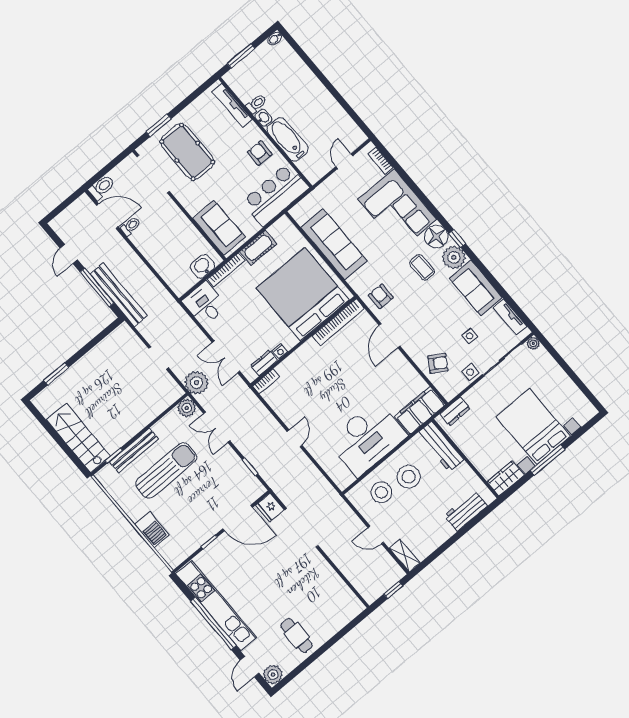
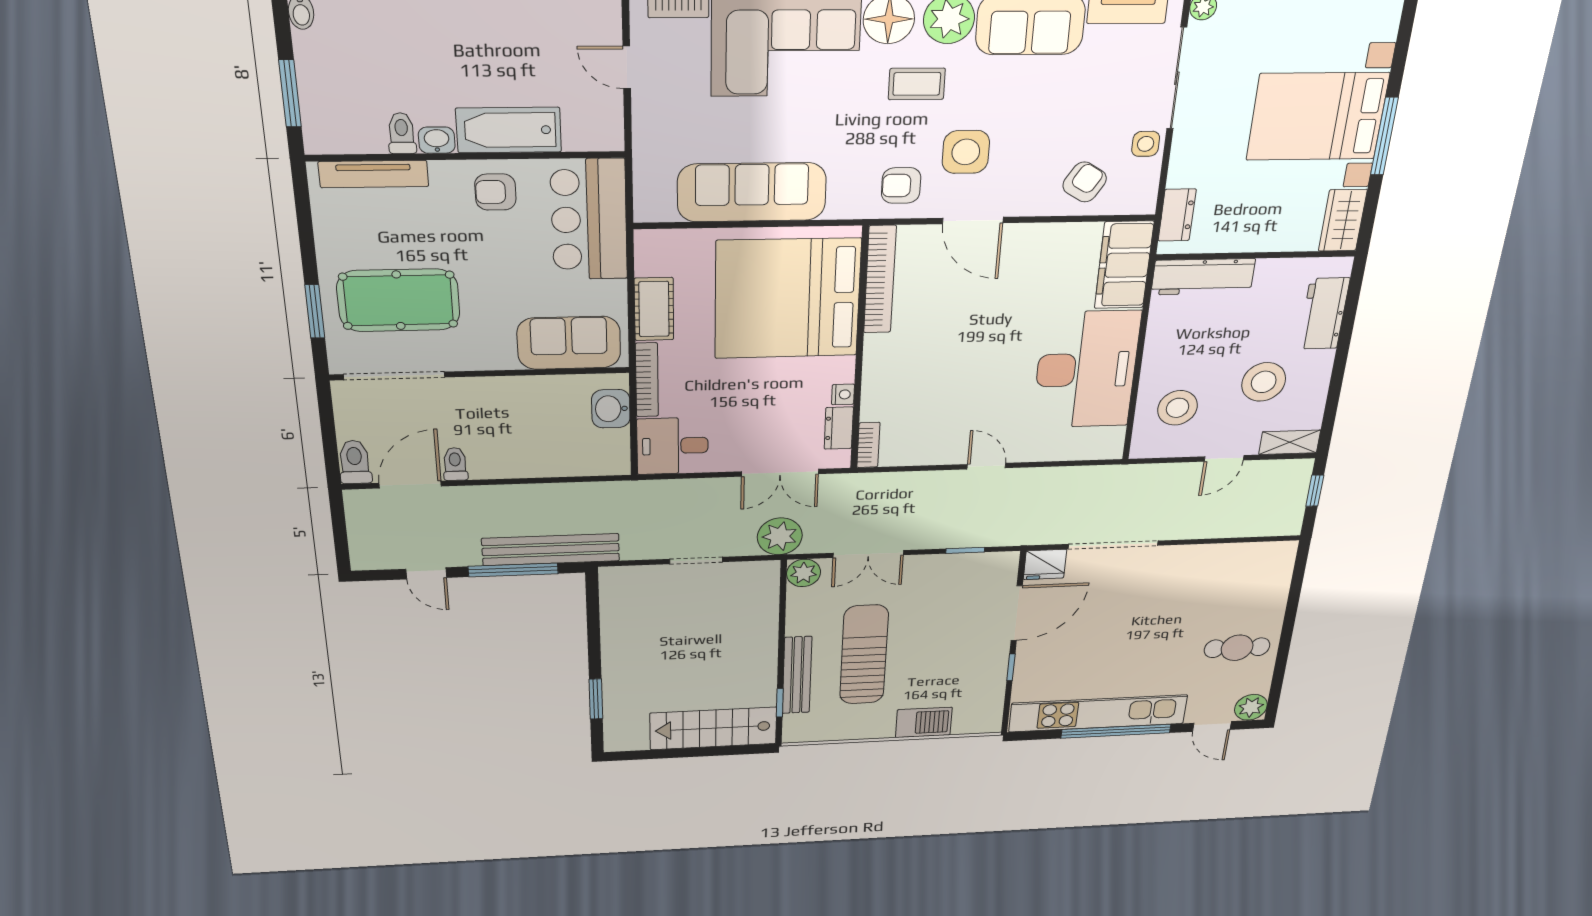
side table: (470, 336) -> (966, 152), moved, width x1.87, depth x1.87
stool: (409, 477) -> (1264, 382), moved

